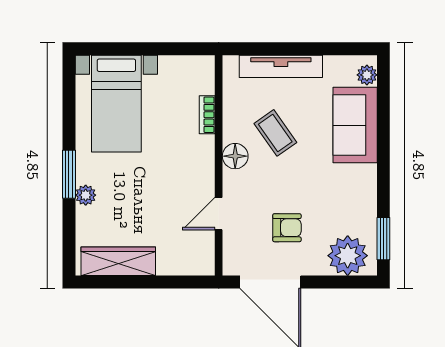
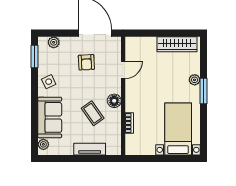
tv unit: (281, 66) -> (90, 149), width x0.71
side table: (357, 192) -> (49, 82), added
armchair: (287, 228) -> (86, 62), turned -93
plant: (348, 256) -> (54, 42), width x0.53, depth x0.53

